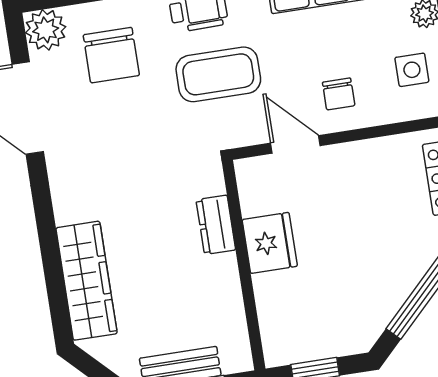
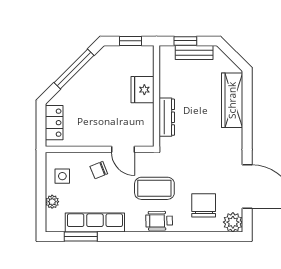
chair: (339, 94) -> (99, 170), turned -112
dresser: (216, 225) -> (167, 117), width x1.44
fridge: (270, 243) -> (143, 90), moved

